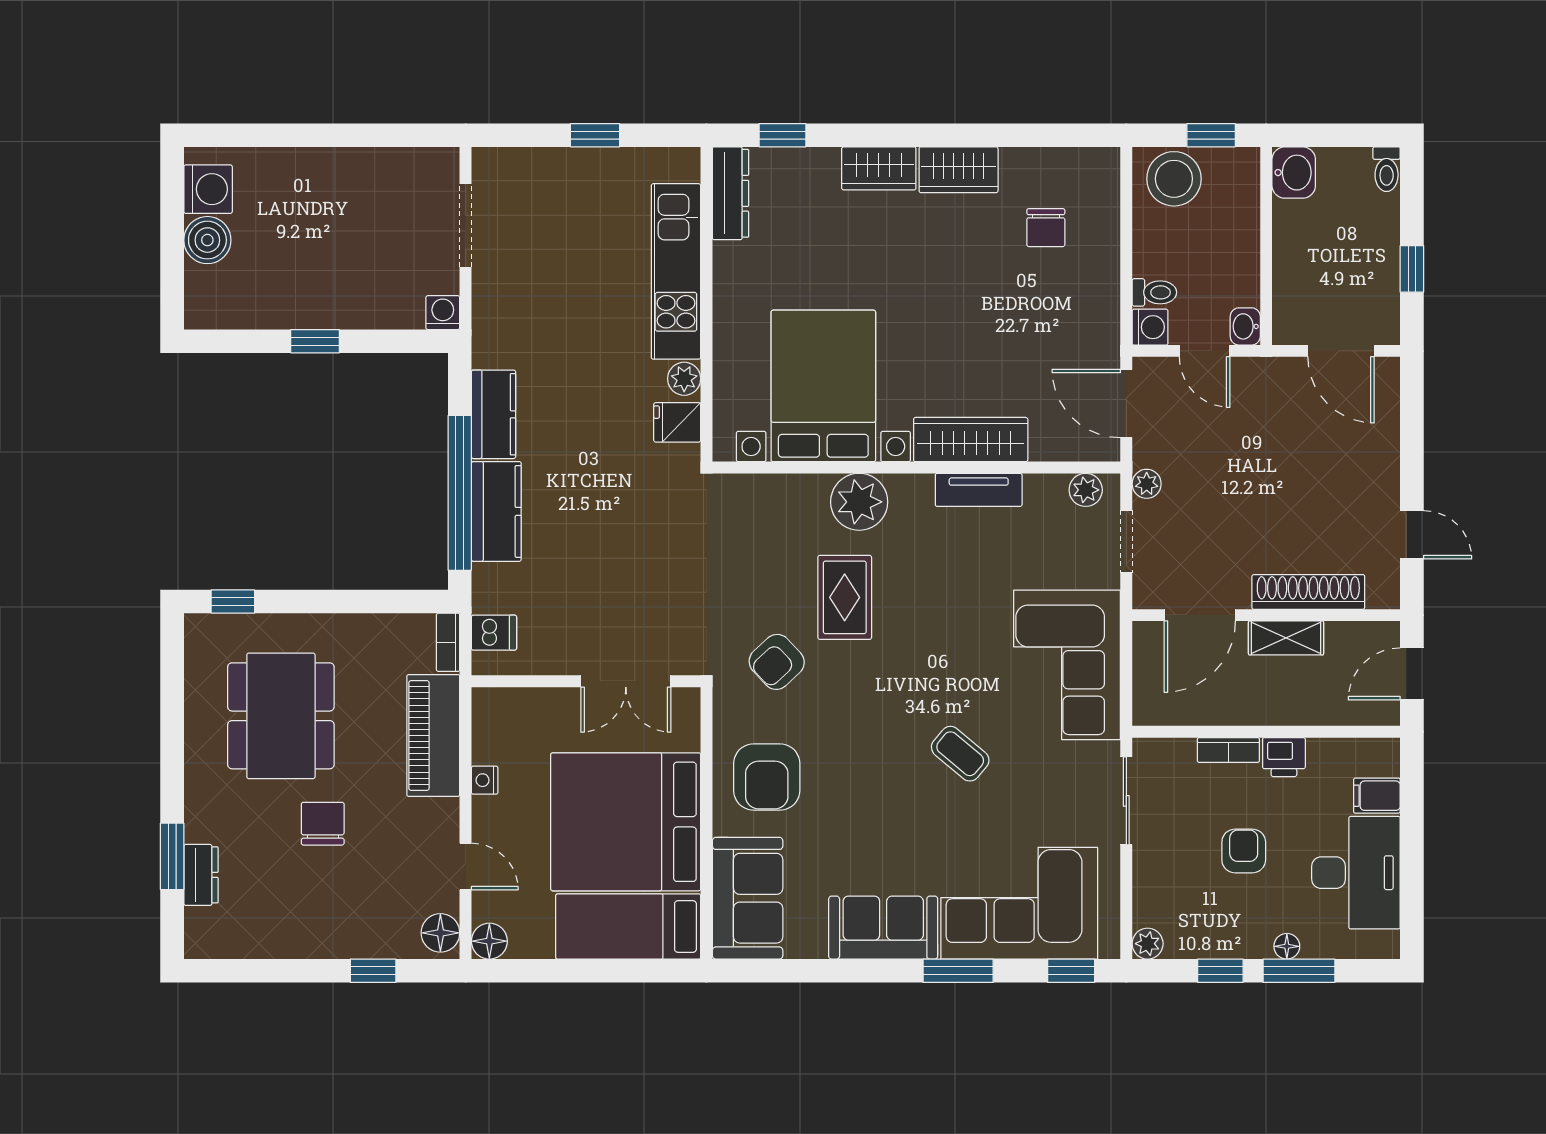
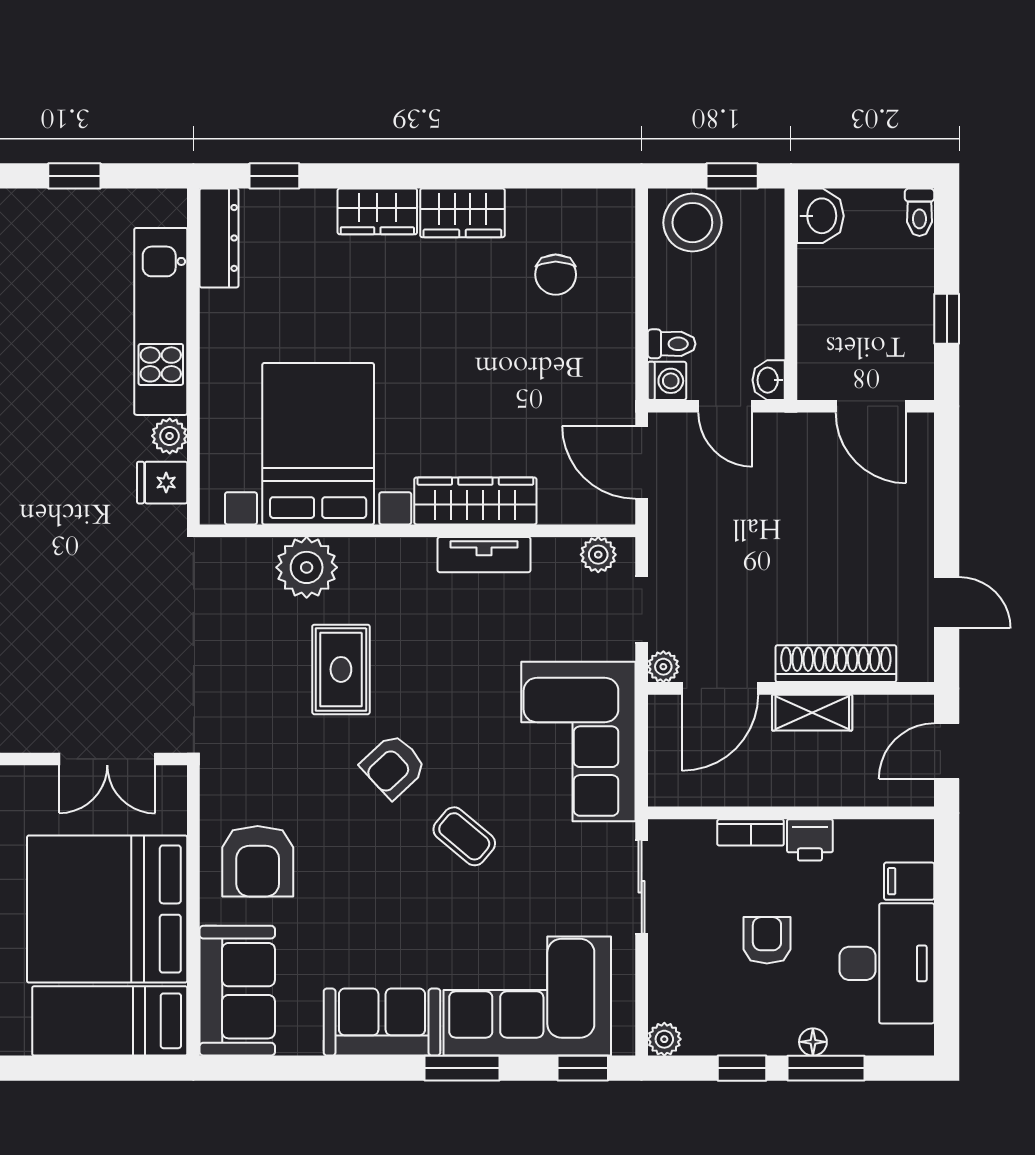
plant: (1147, 484) -> (663, 667), moved
plant: (859, 502) -> (307, 567), moved
armchair: (777, 662) -> (393, 766), moved

